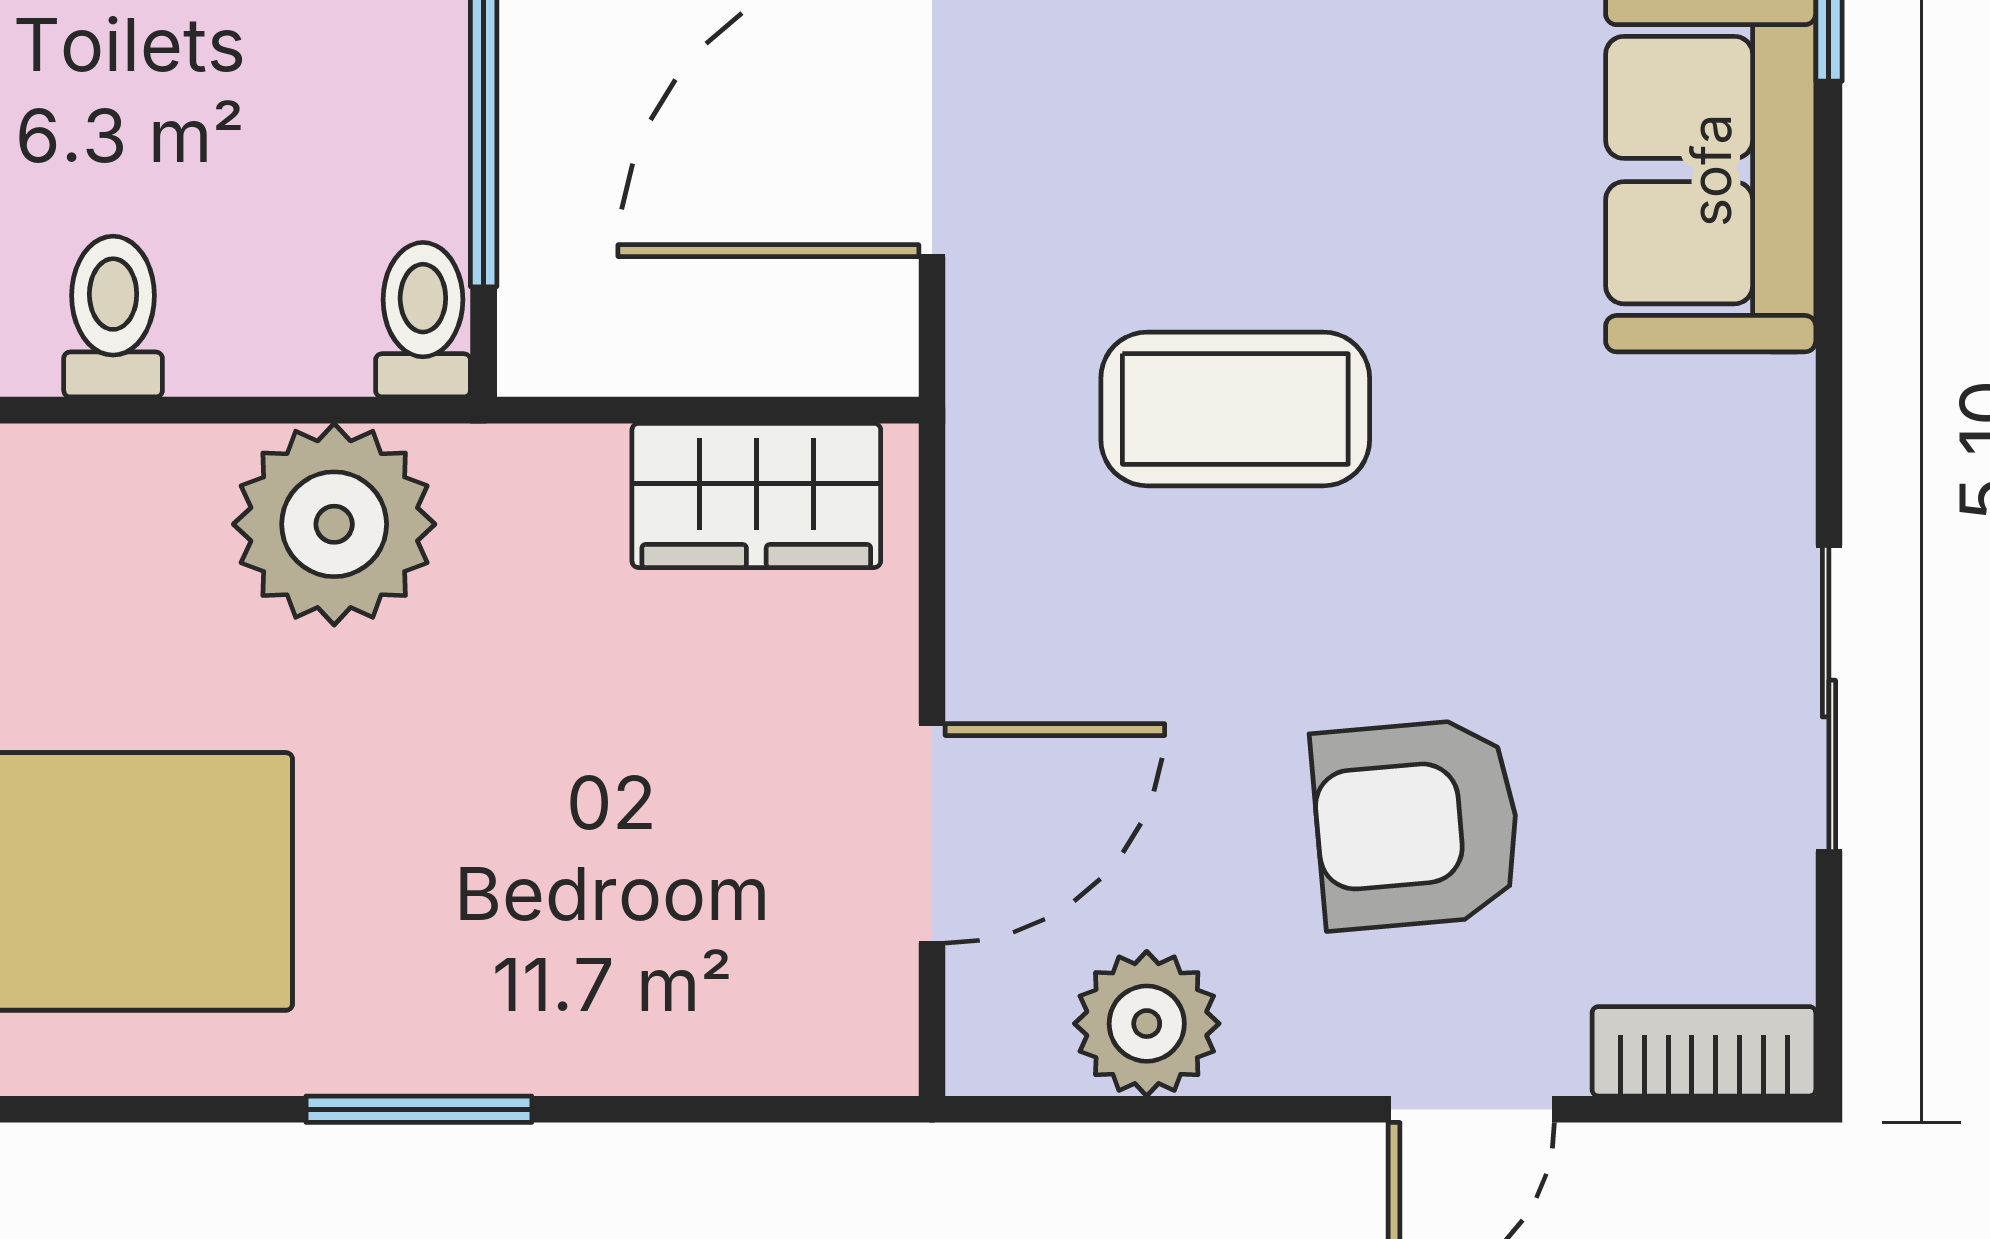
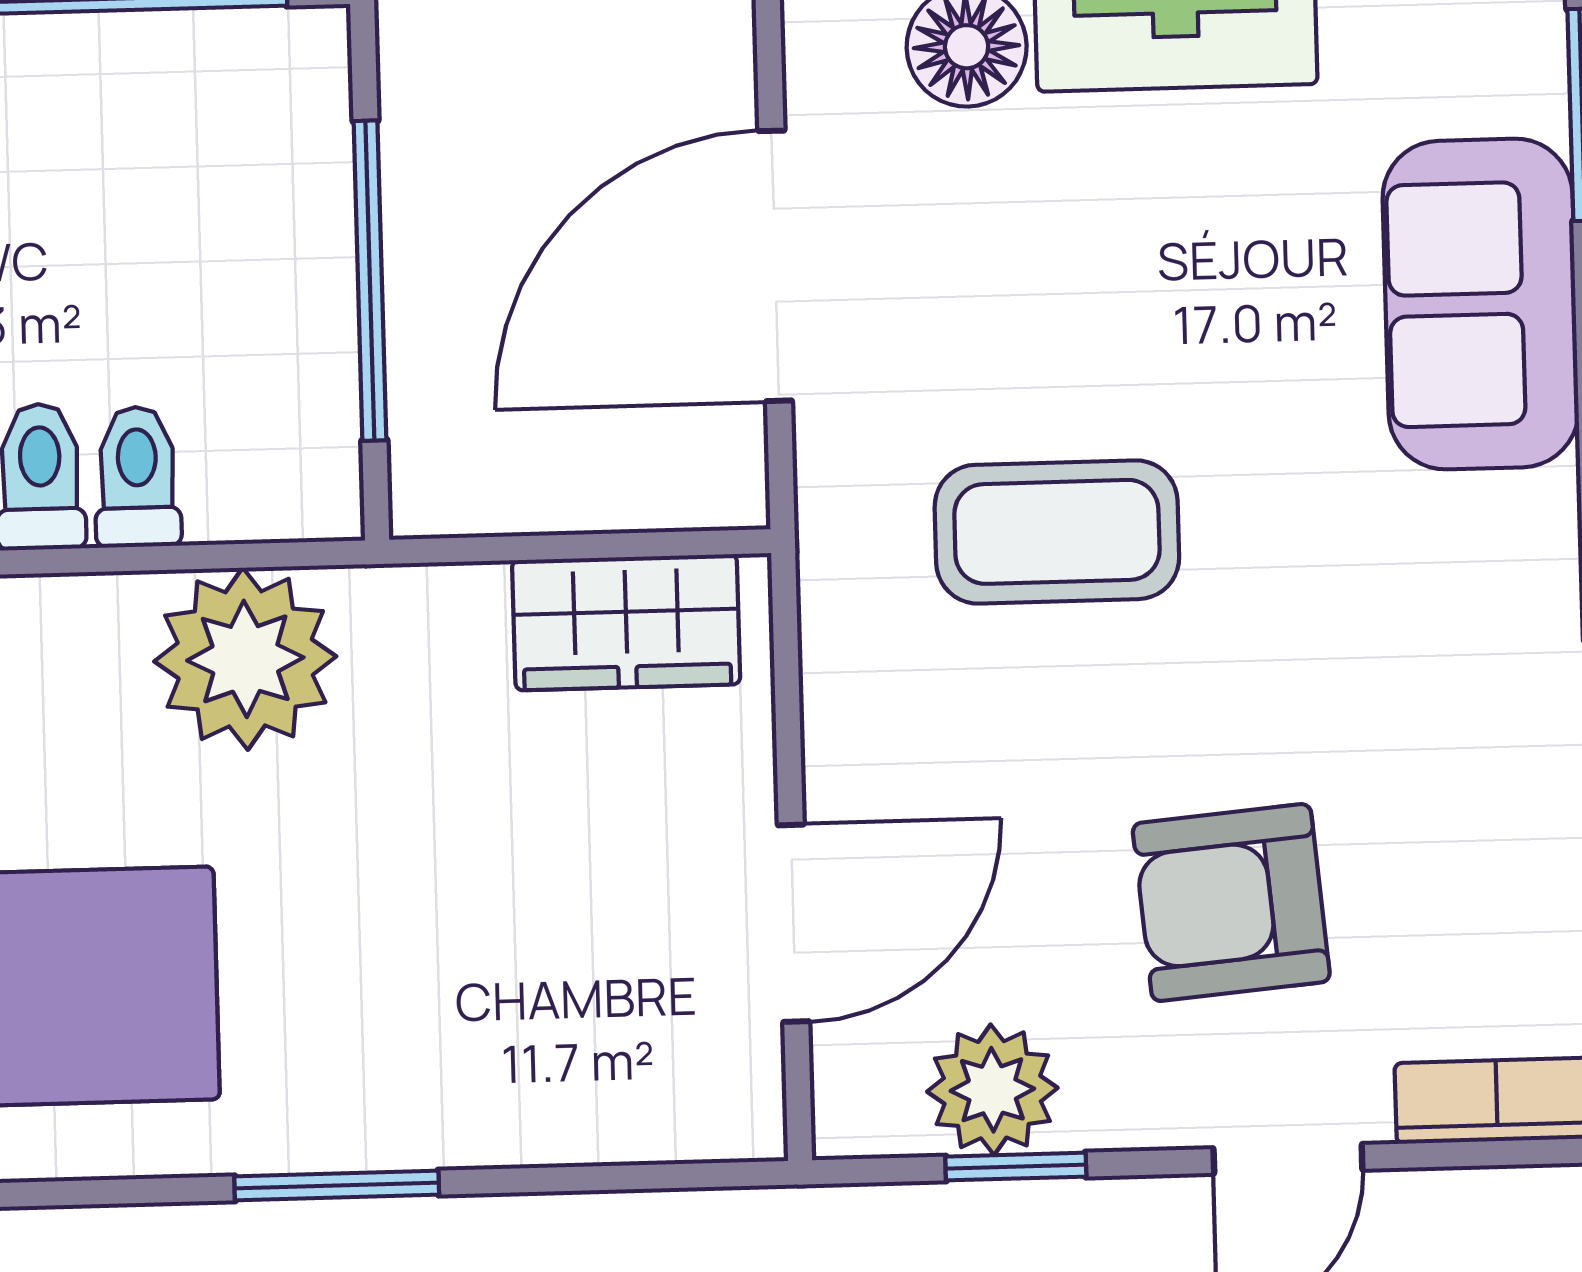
toilet: (423, 320) -> (137, 477), moved
window: (1170, 1109) -> (1016, 1167), added

